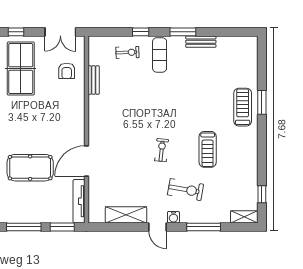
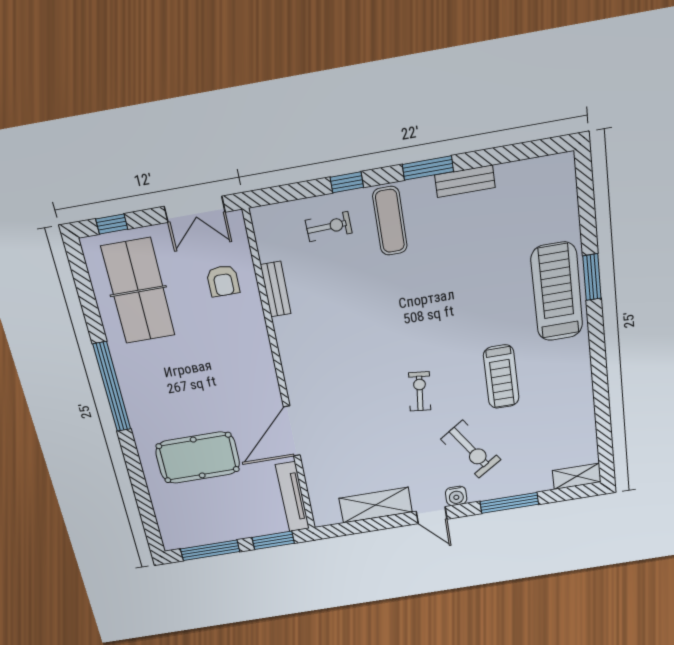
treadmill: (243, 107) -> (557, 292), width x1.37, depth x1.38
exercise bike: (186, 190) -> (471, 449), turned 46
window: (262, 194) -> (604, 435), removed

